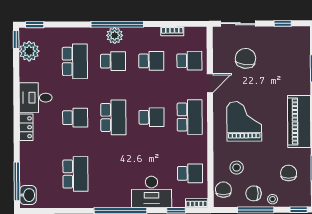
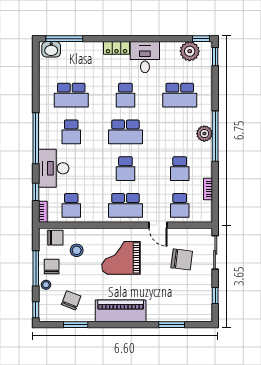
school desk: (113, 61) -> (71, 132), moved
grand piano: (244, 121) -> (121, 258), turned 180
chair: (289, 173) -> (71, 300), turned -69

